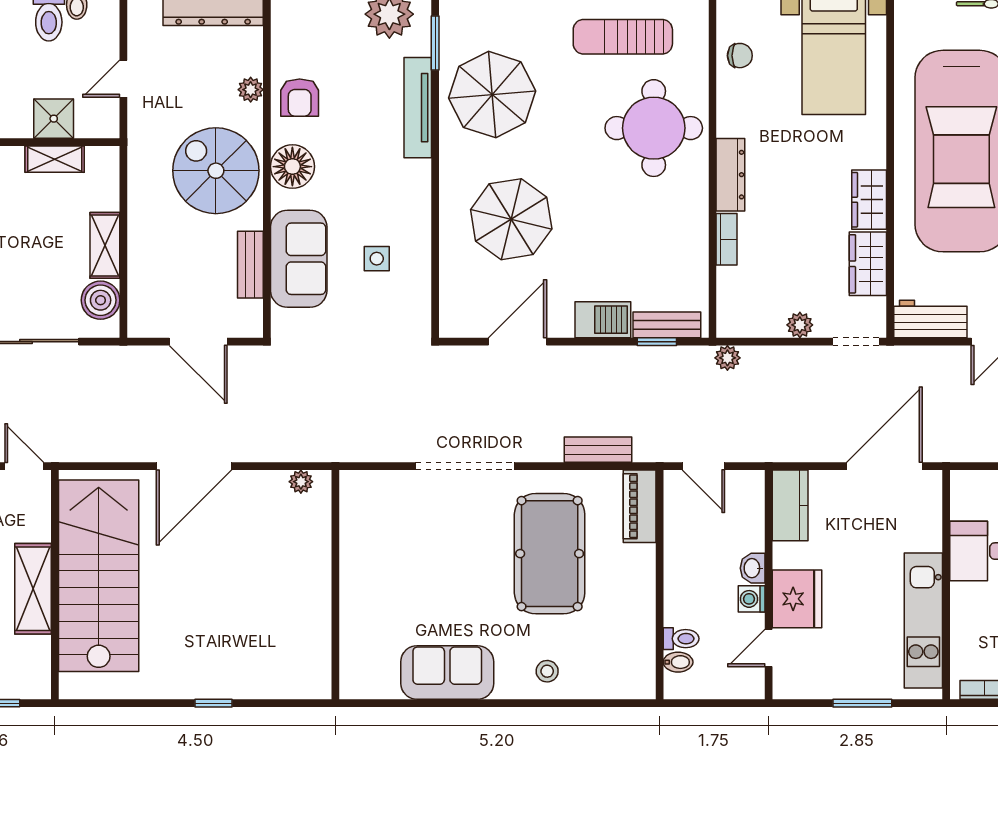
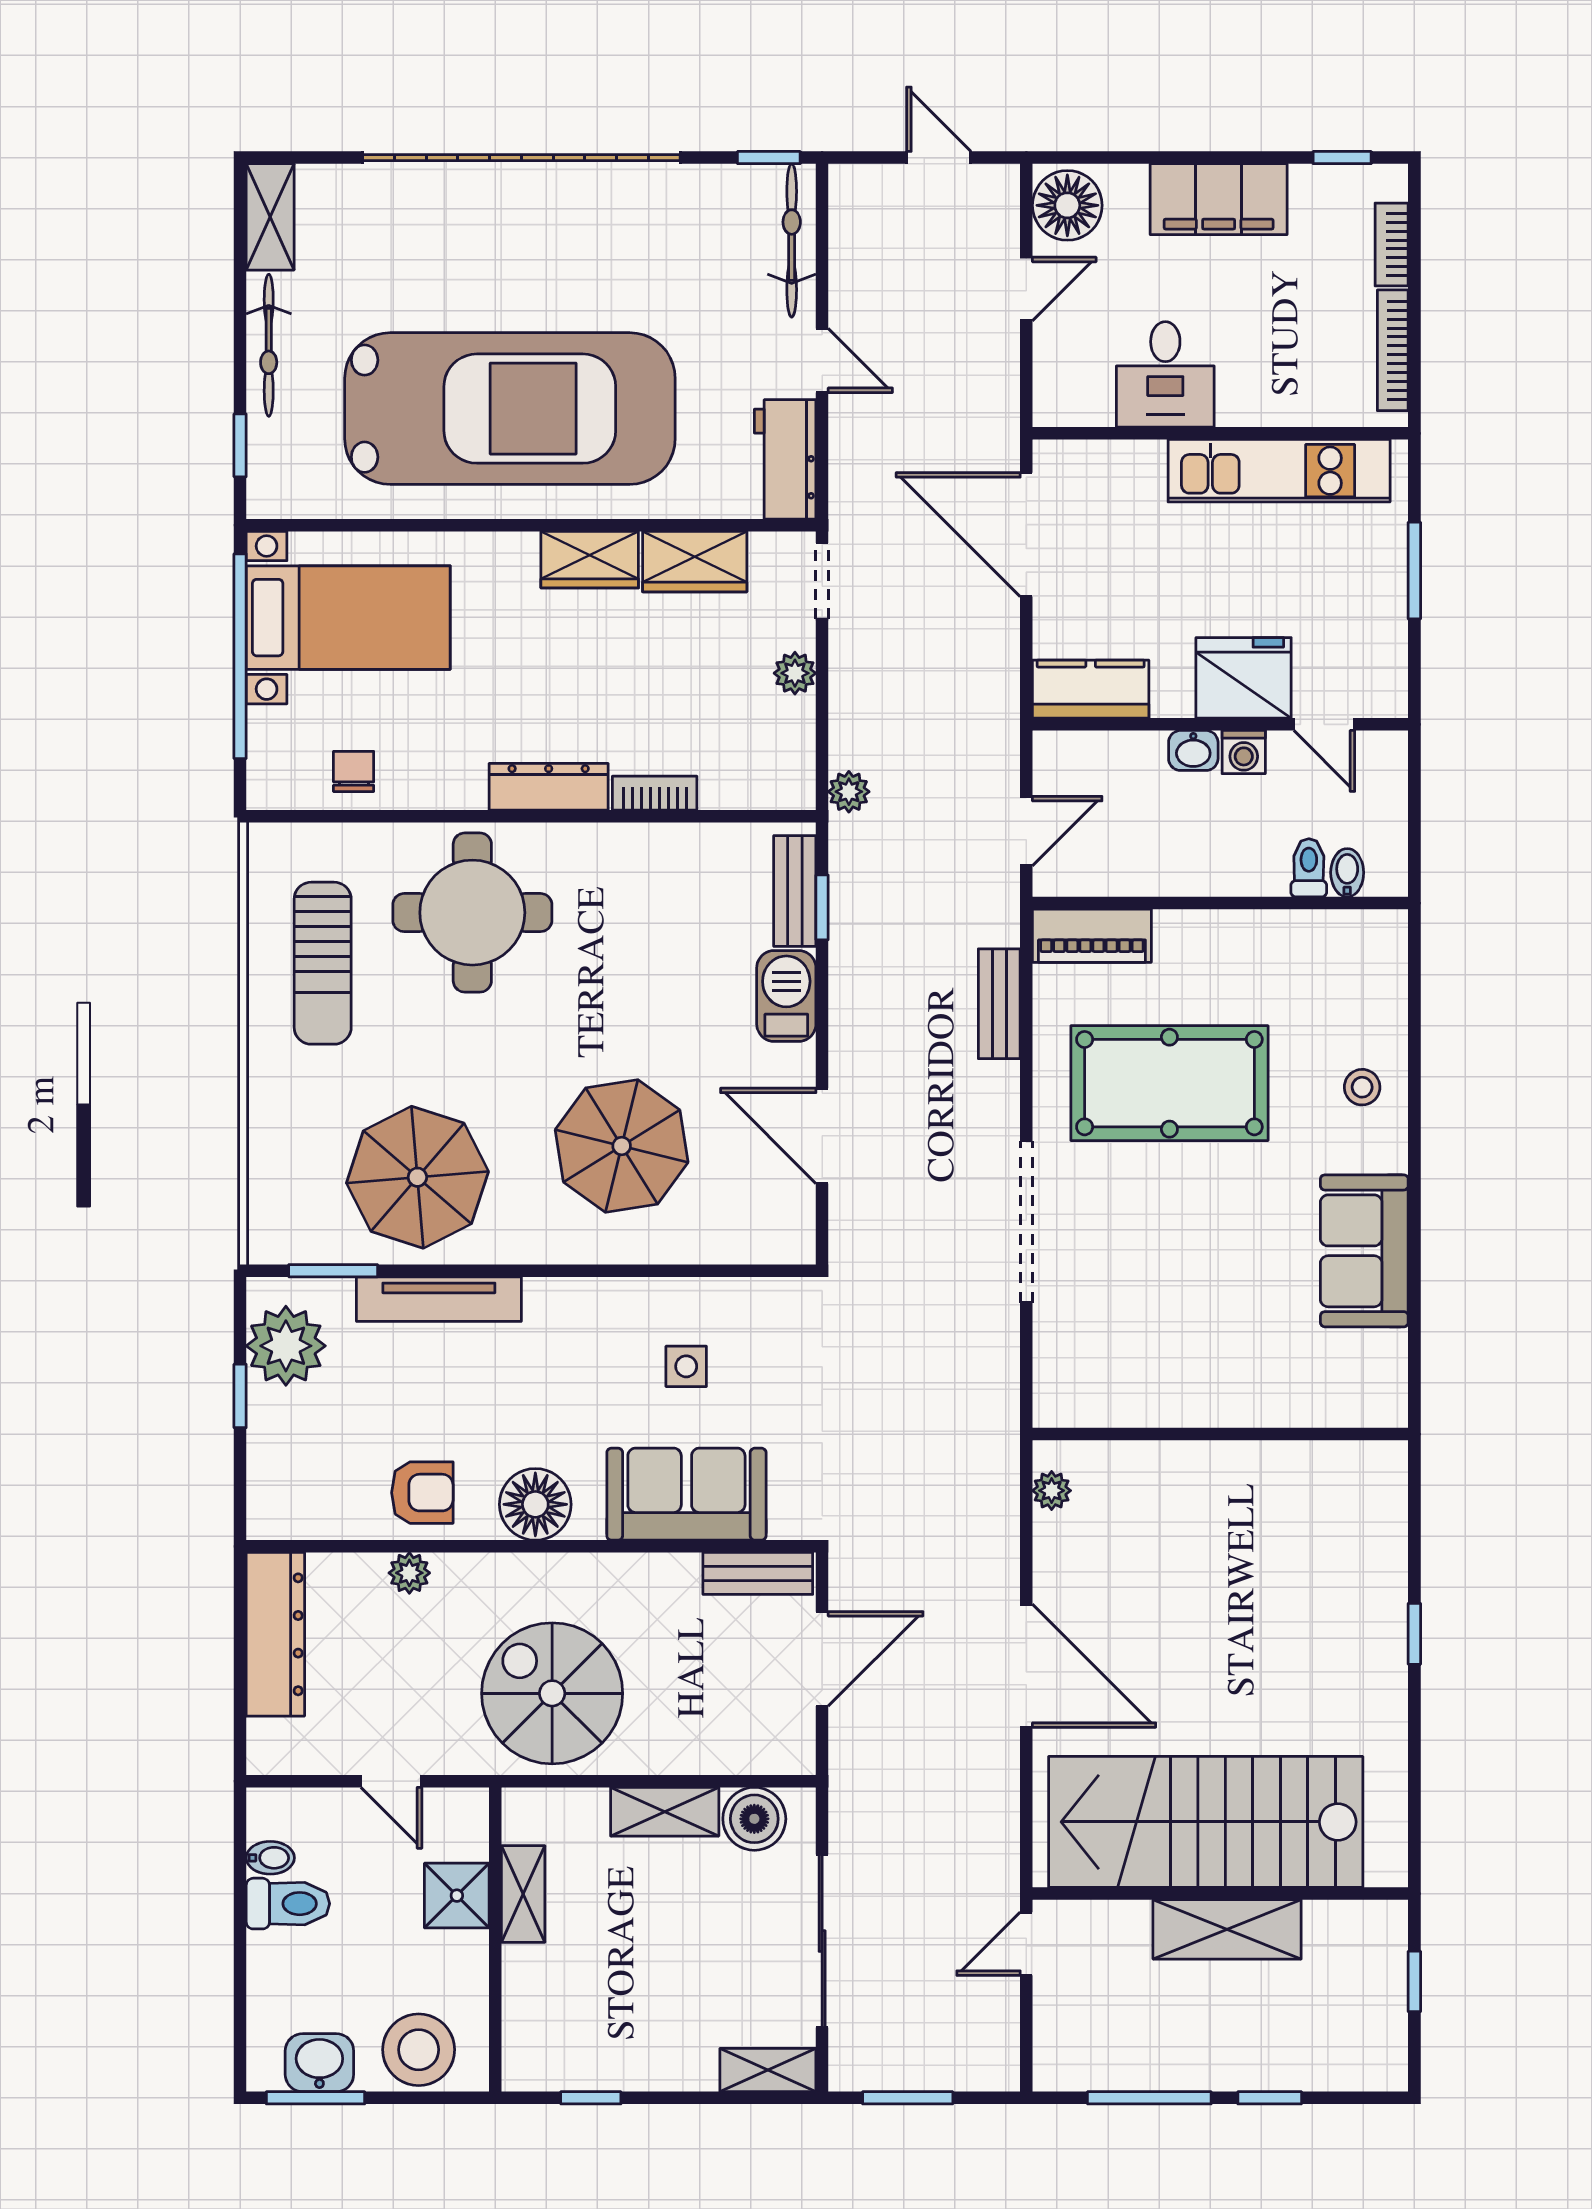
spiral stairs: (216, 171) -> (552, 1693), moved, turned 90
bench: (250, 265) -> (758, 1573), moved

